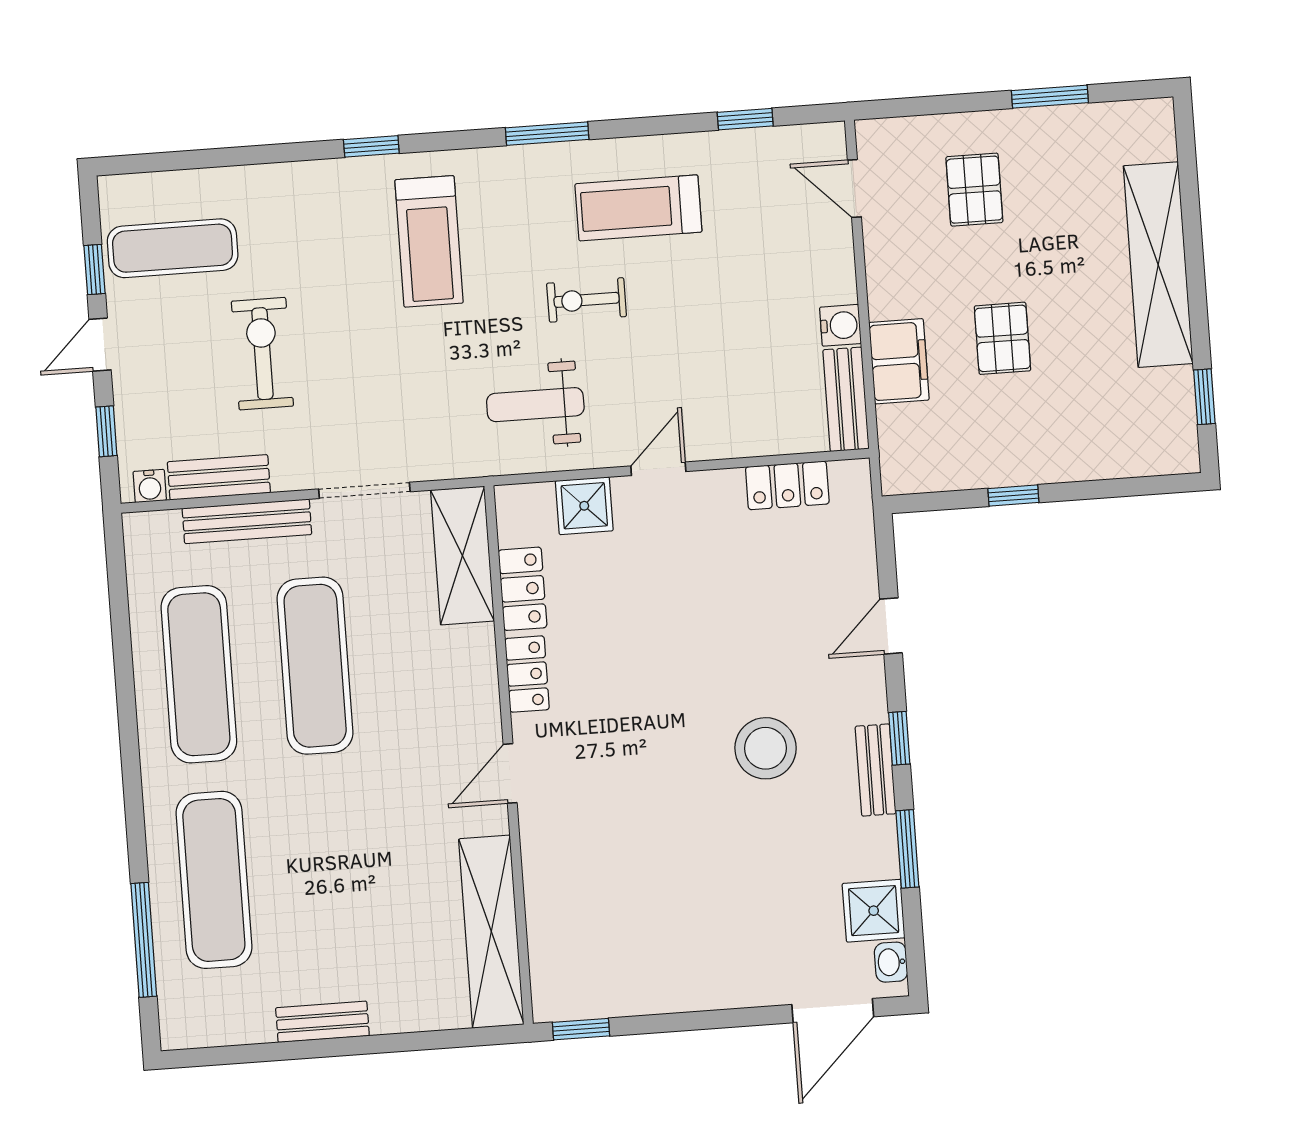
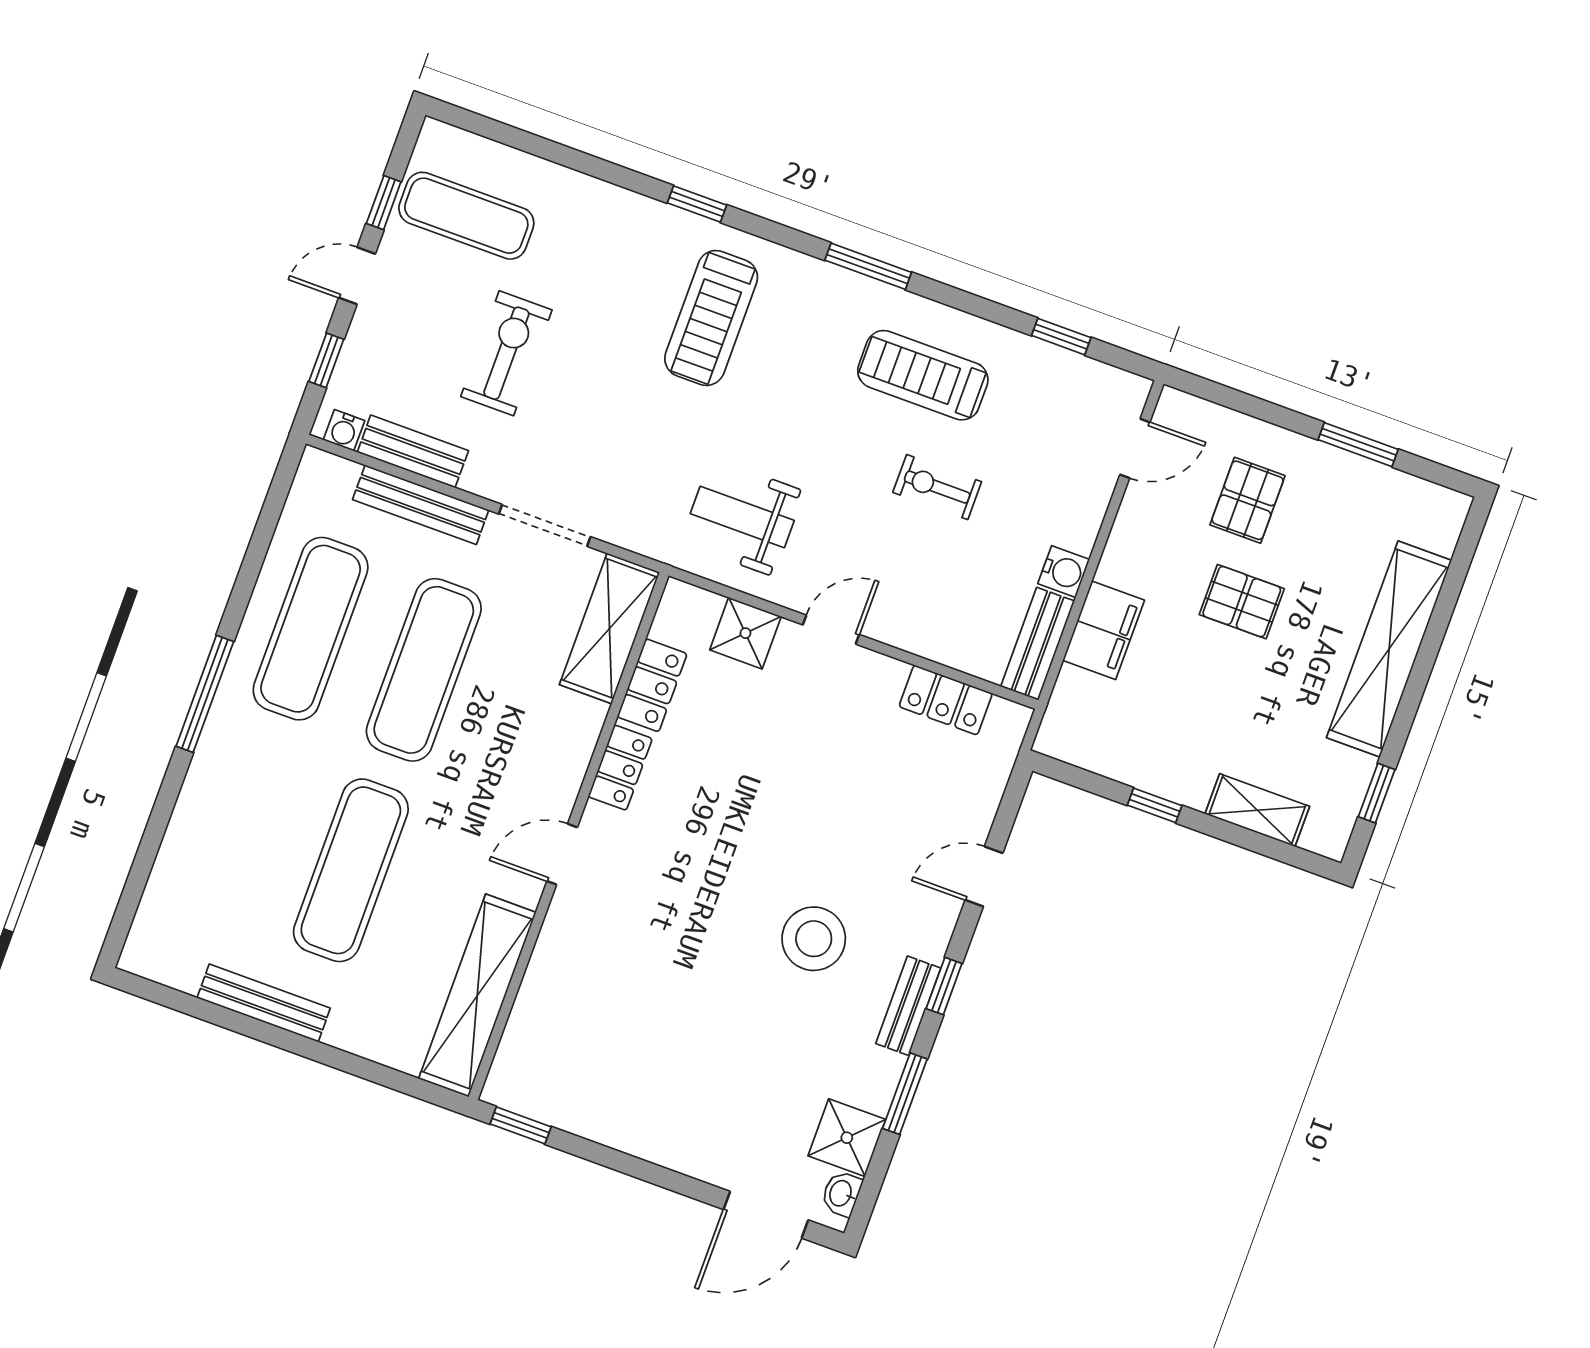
door: (854, 188) -> (1135, 448), swing flipped
exercise bike: (587, 300) -> (937, 487), moved
pallet: (1002, 338) -> (1242, 602), moved, turned 90
shelving: (1106, 459) -> (1257, 810), added
exercise mat: (214, 880) -> (351, 870), moved
window: (144, 940) -> (205, 694), moved
bench: (322, 1022) -> (264, 1003), width x1.36

